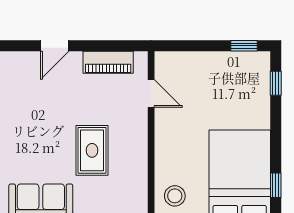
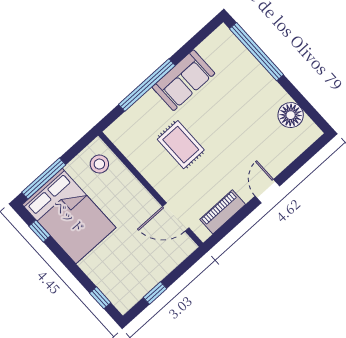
window: (244, 46) -> (155, 293), moved
door: (151, 93) -> (176, 217), width x1.37

